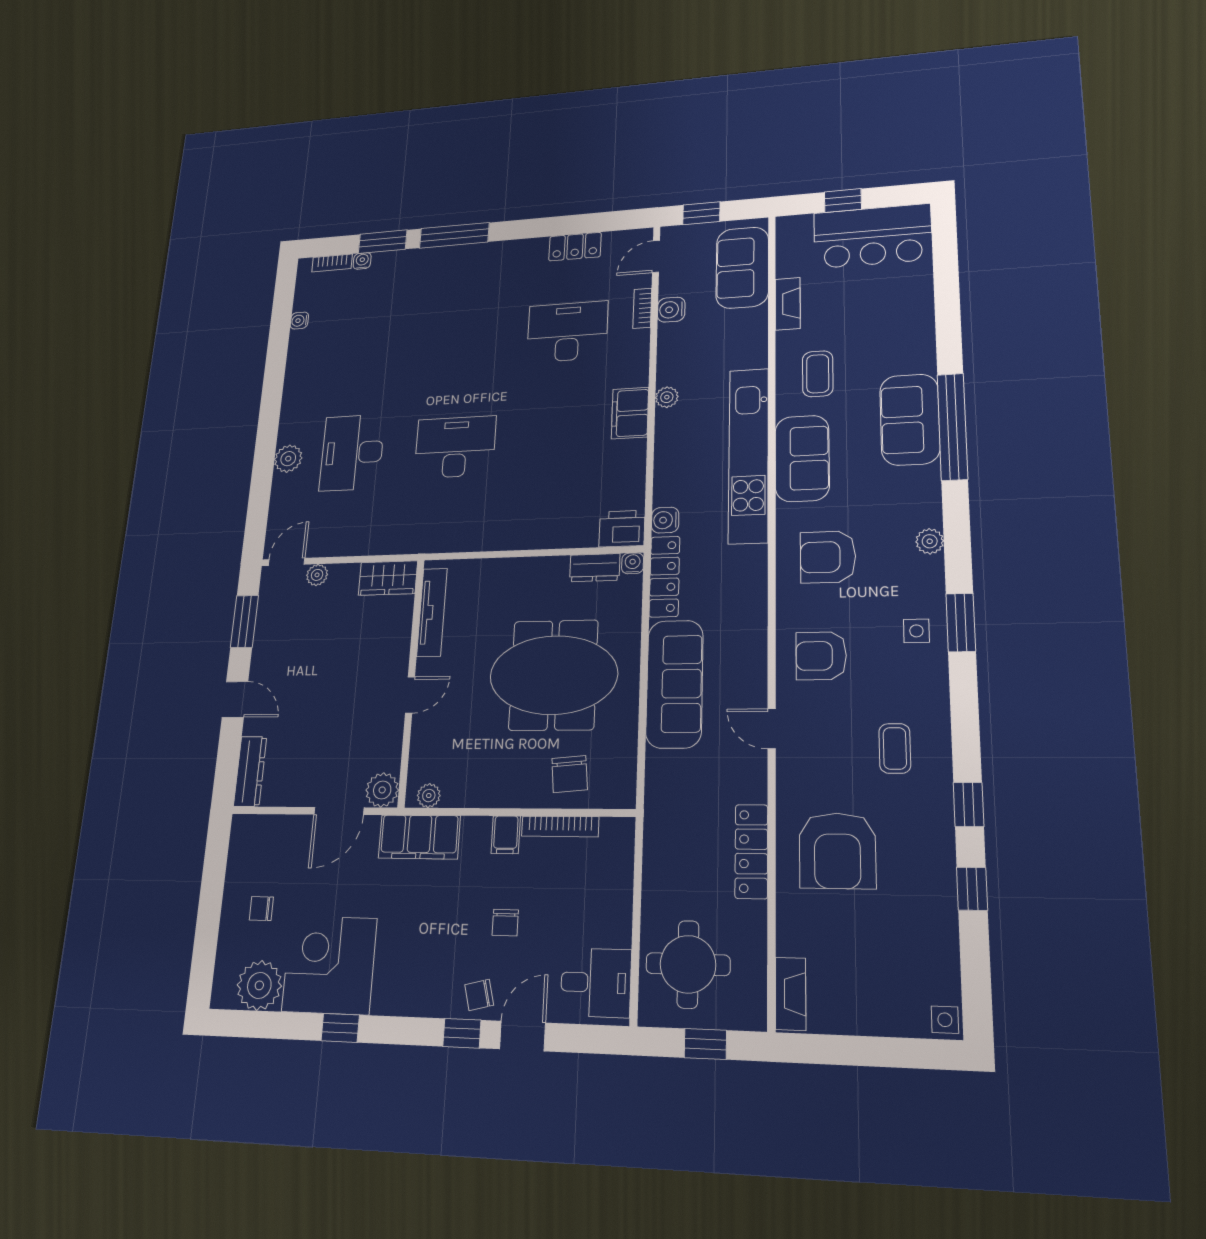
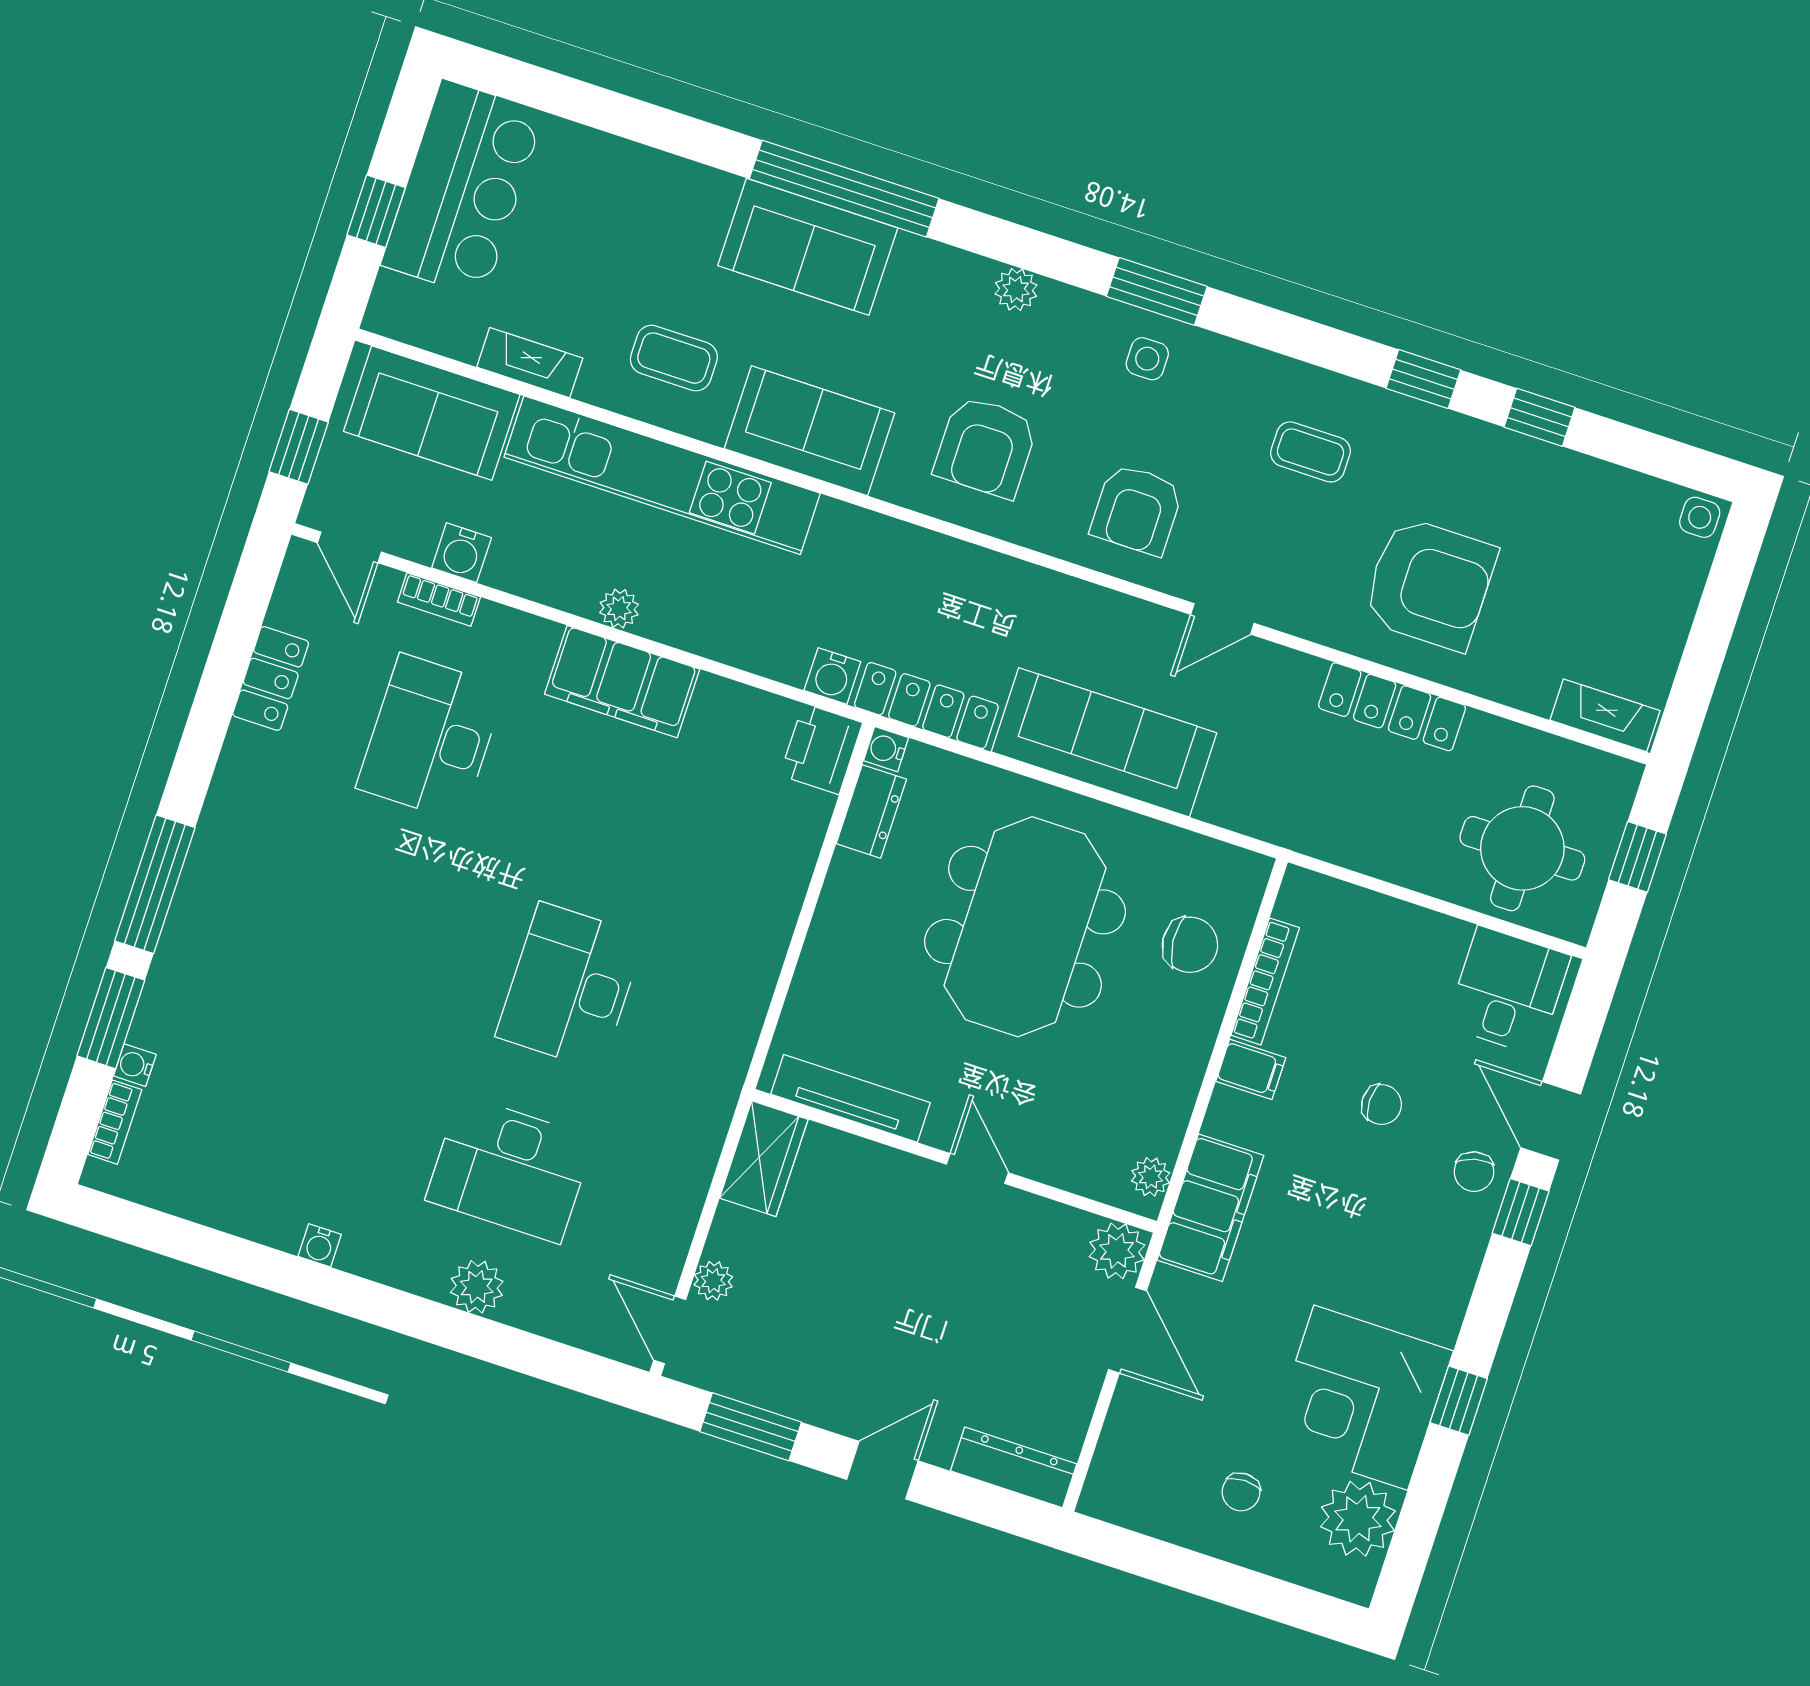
water cooler: (299, 321) -> (320, 1245), moved
filing cabinet: (630, 413) -> (622, 682), width x1.50, depth x1.17
kitchen unit: (749, 455) -> (662, 475), moved

